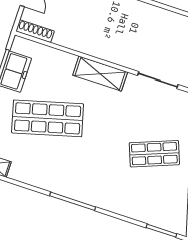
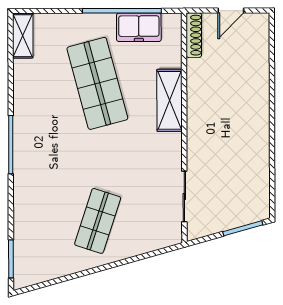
shelving: (100, 74) -> (170, 100), moved
shop shelf: (154, 154) -> (98, 221), turned 39

